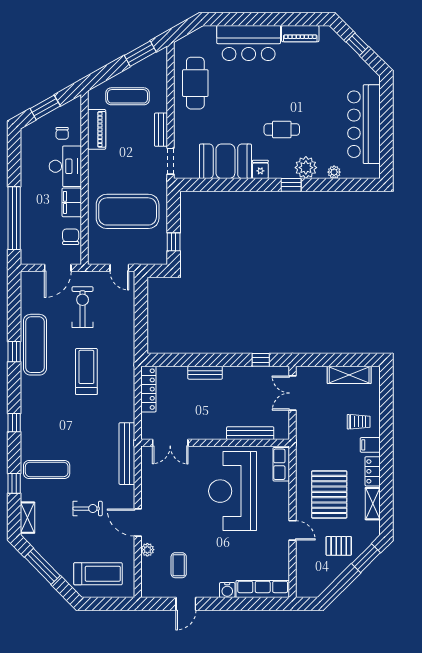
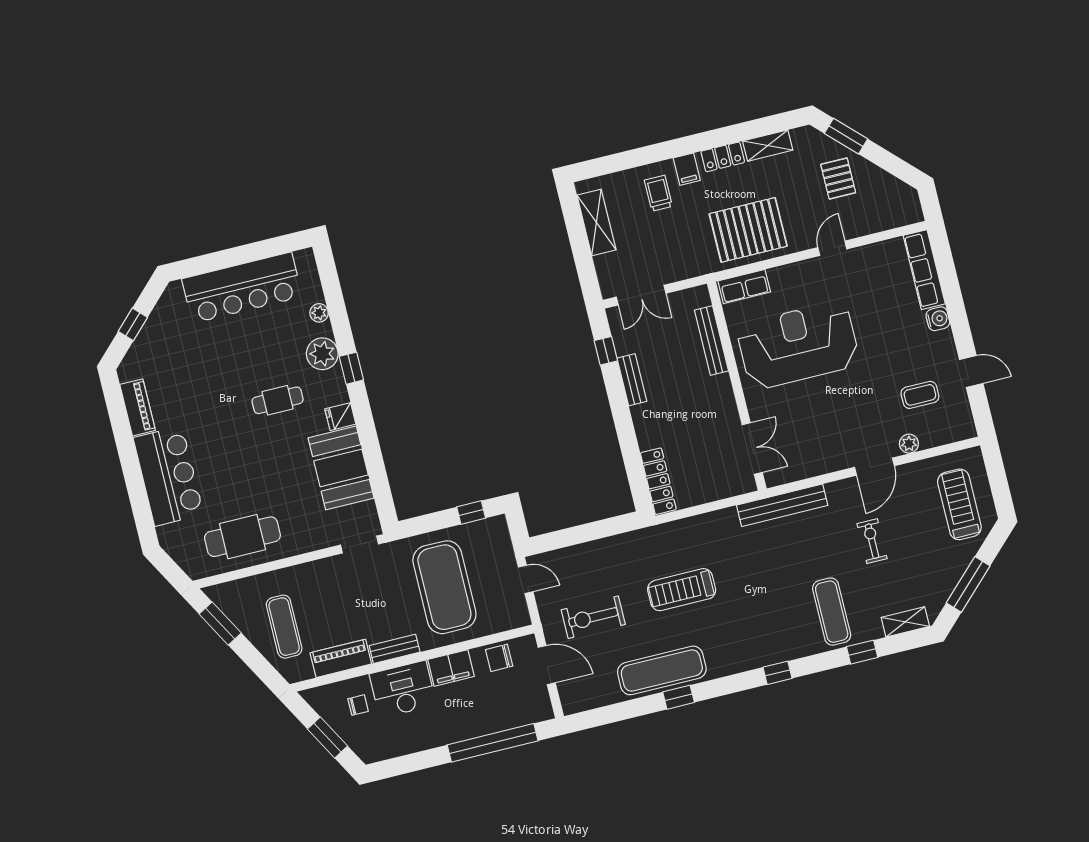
bench: (161, 130) -> (395, 649), moved
cafe table: (282, 130) -> (278, 400), turned 90
door: (119, 268) -> (526, 579), hinge flipped
bench: (205, 373) -> (632, 380), moved
locker: (148, 389) -> (658, 481), moved, turned 90
reception desk: (233, 491) -> (798, 345), turned 180
pallet: (329, 494) -> (748, 230), moved

